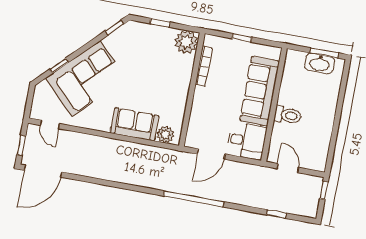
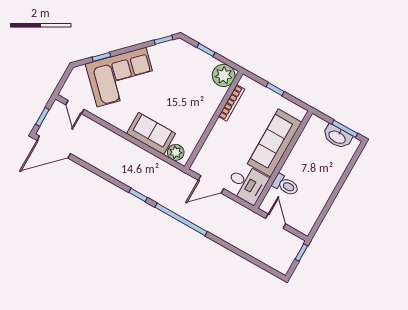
toilet: (288, 115) -> (286, 185), moved
window: (276, 214) -> (138, 195), moved

